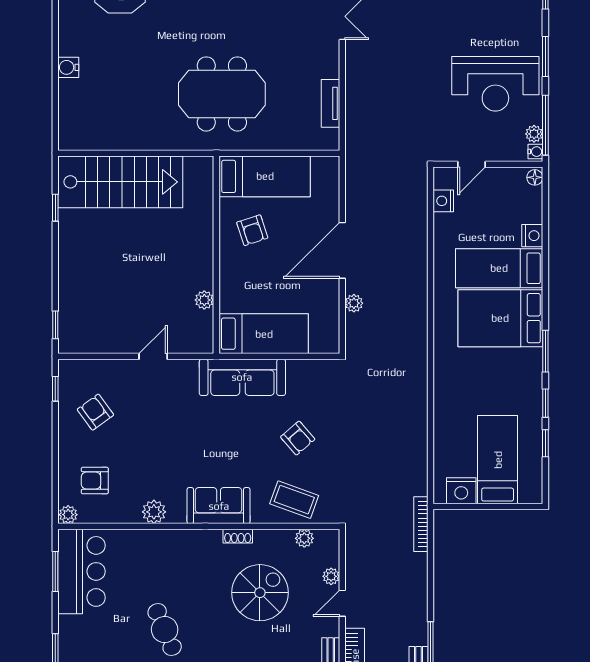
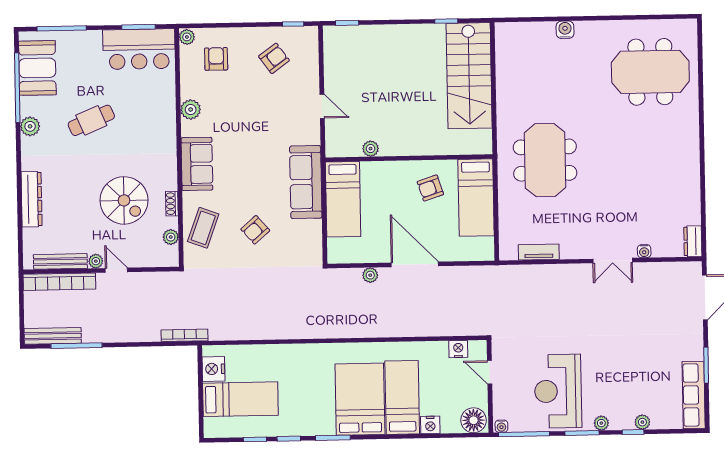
plant: (534, 134) -> (601, 423), moved
floor lamp: (535, 177) -> (474, 420), width x1.89, depth x1.89
shoe rack: (238, 536) -> (172, 204), moved
plant: (331, 576) -> (96, 261), moved

